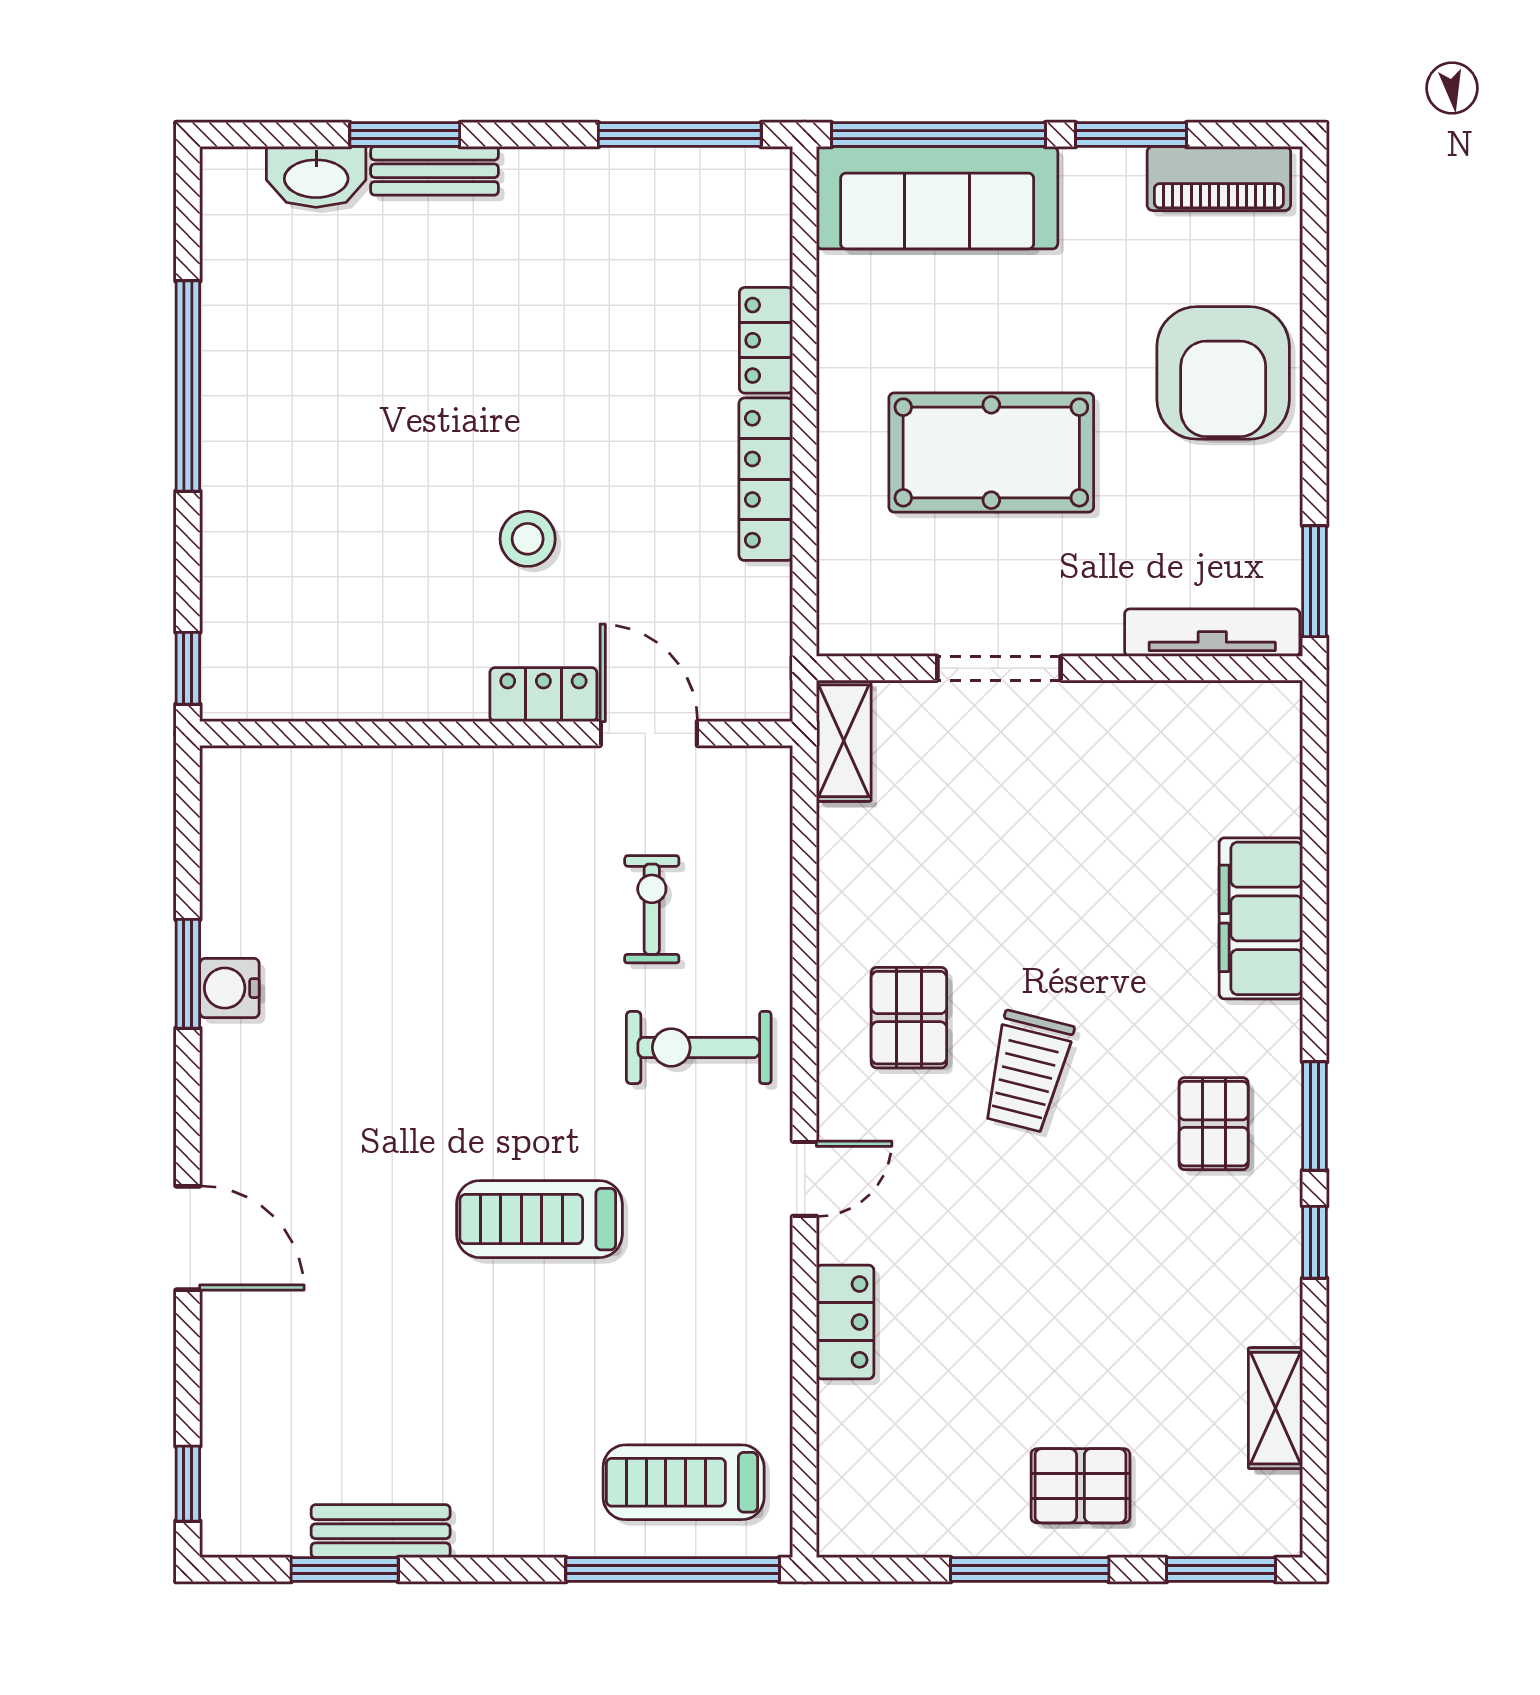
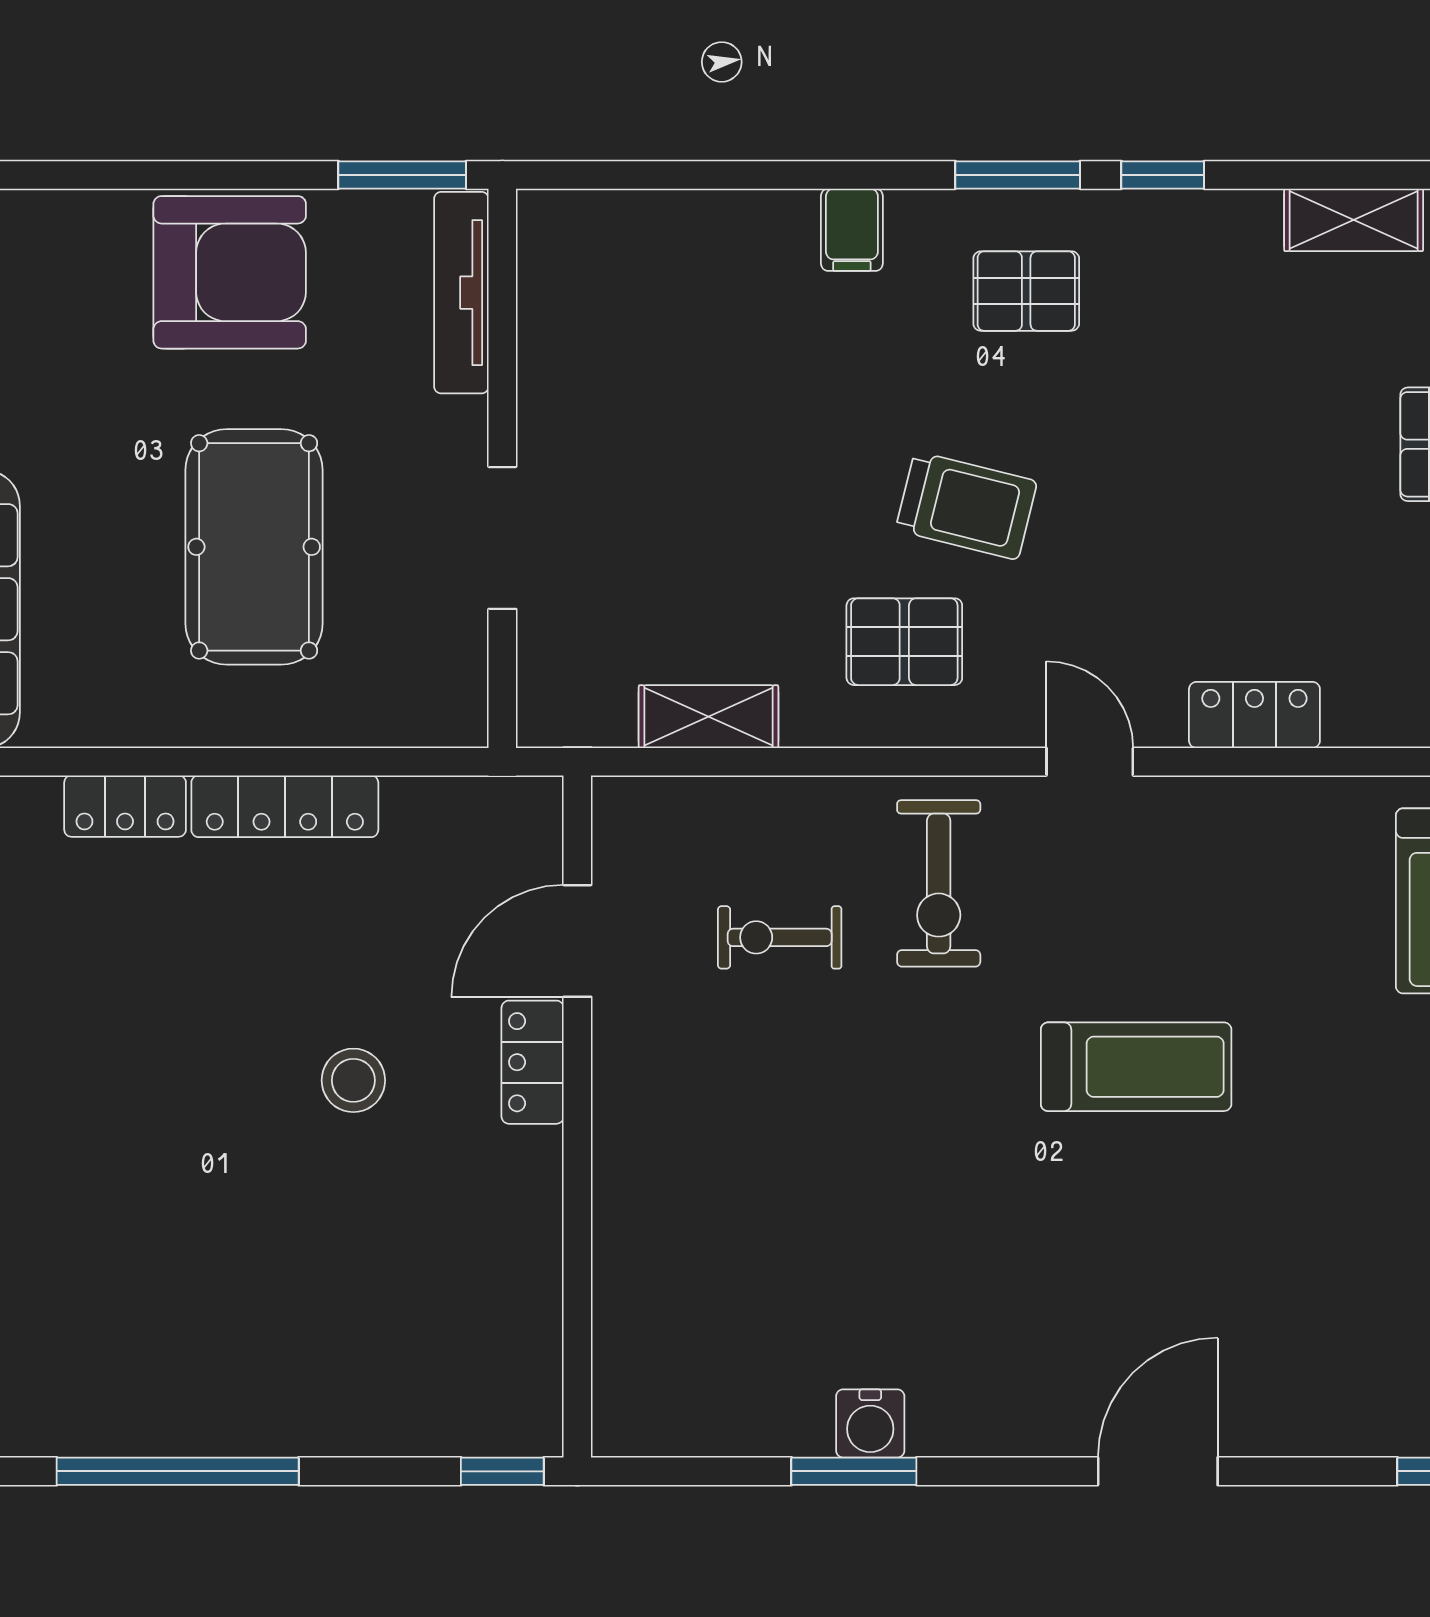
armchair: (1223, 373) -> (230, 272), moved
shelving: (844, 741) -> (709, 717), moved
filing cabinet: (1261, 918) -> (852, 230), width x0.33, depth x0.86
treadmill: (539, 1219) -> (1136, 1067), turned -90

